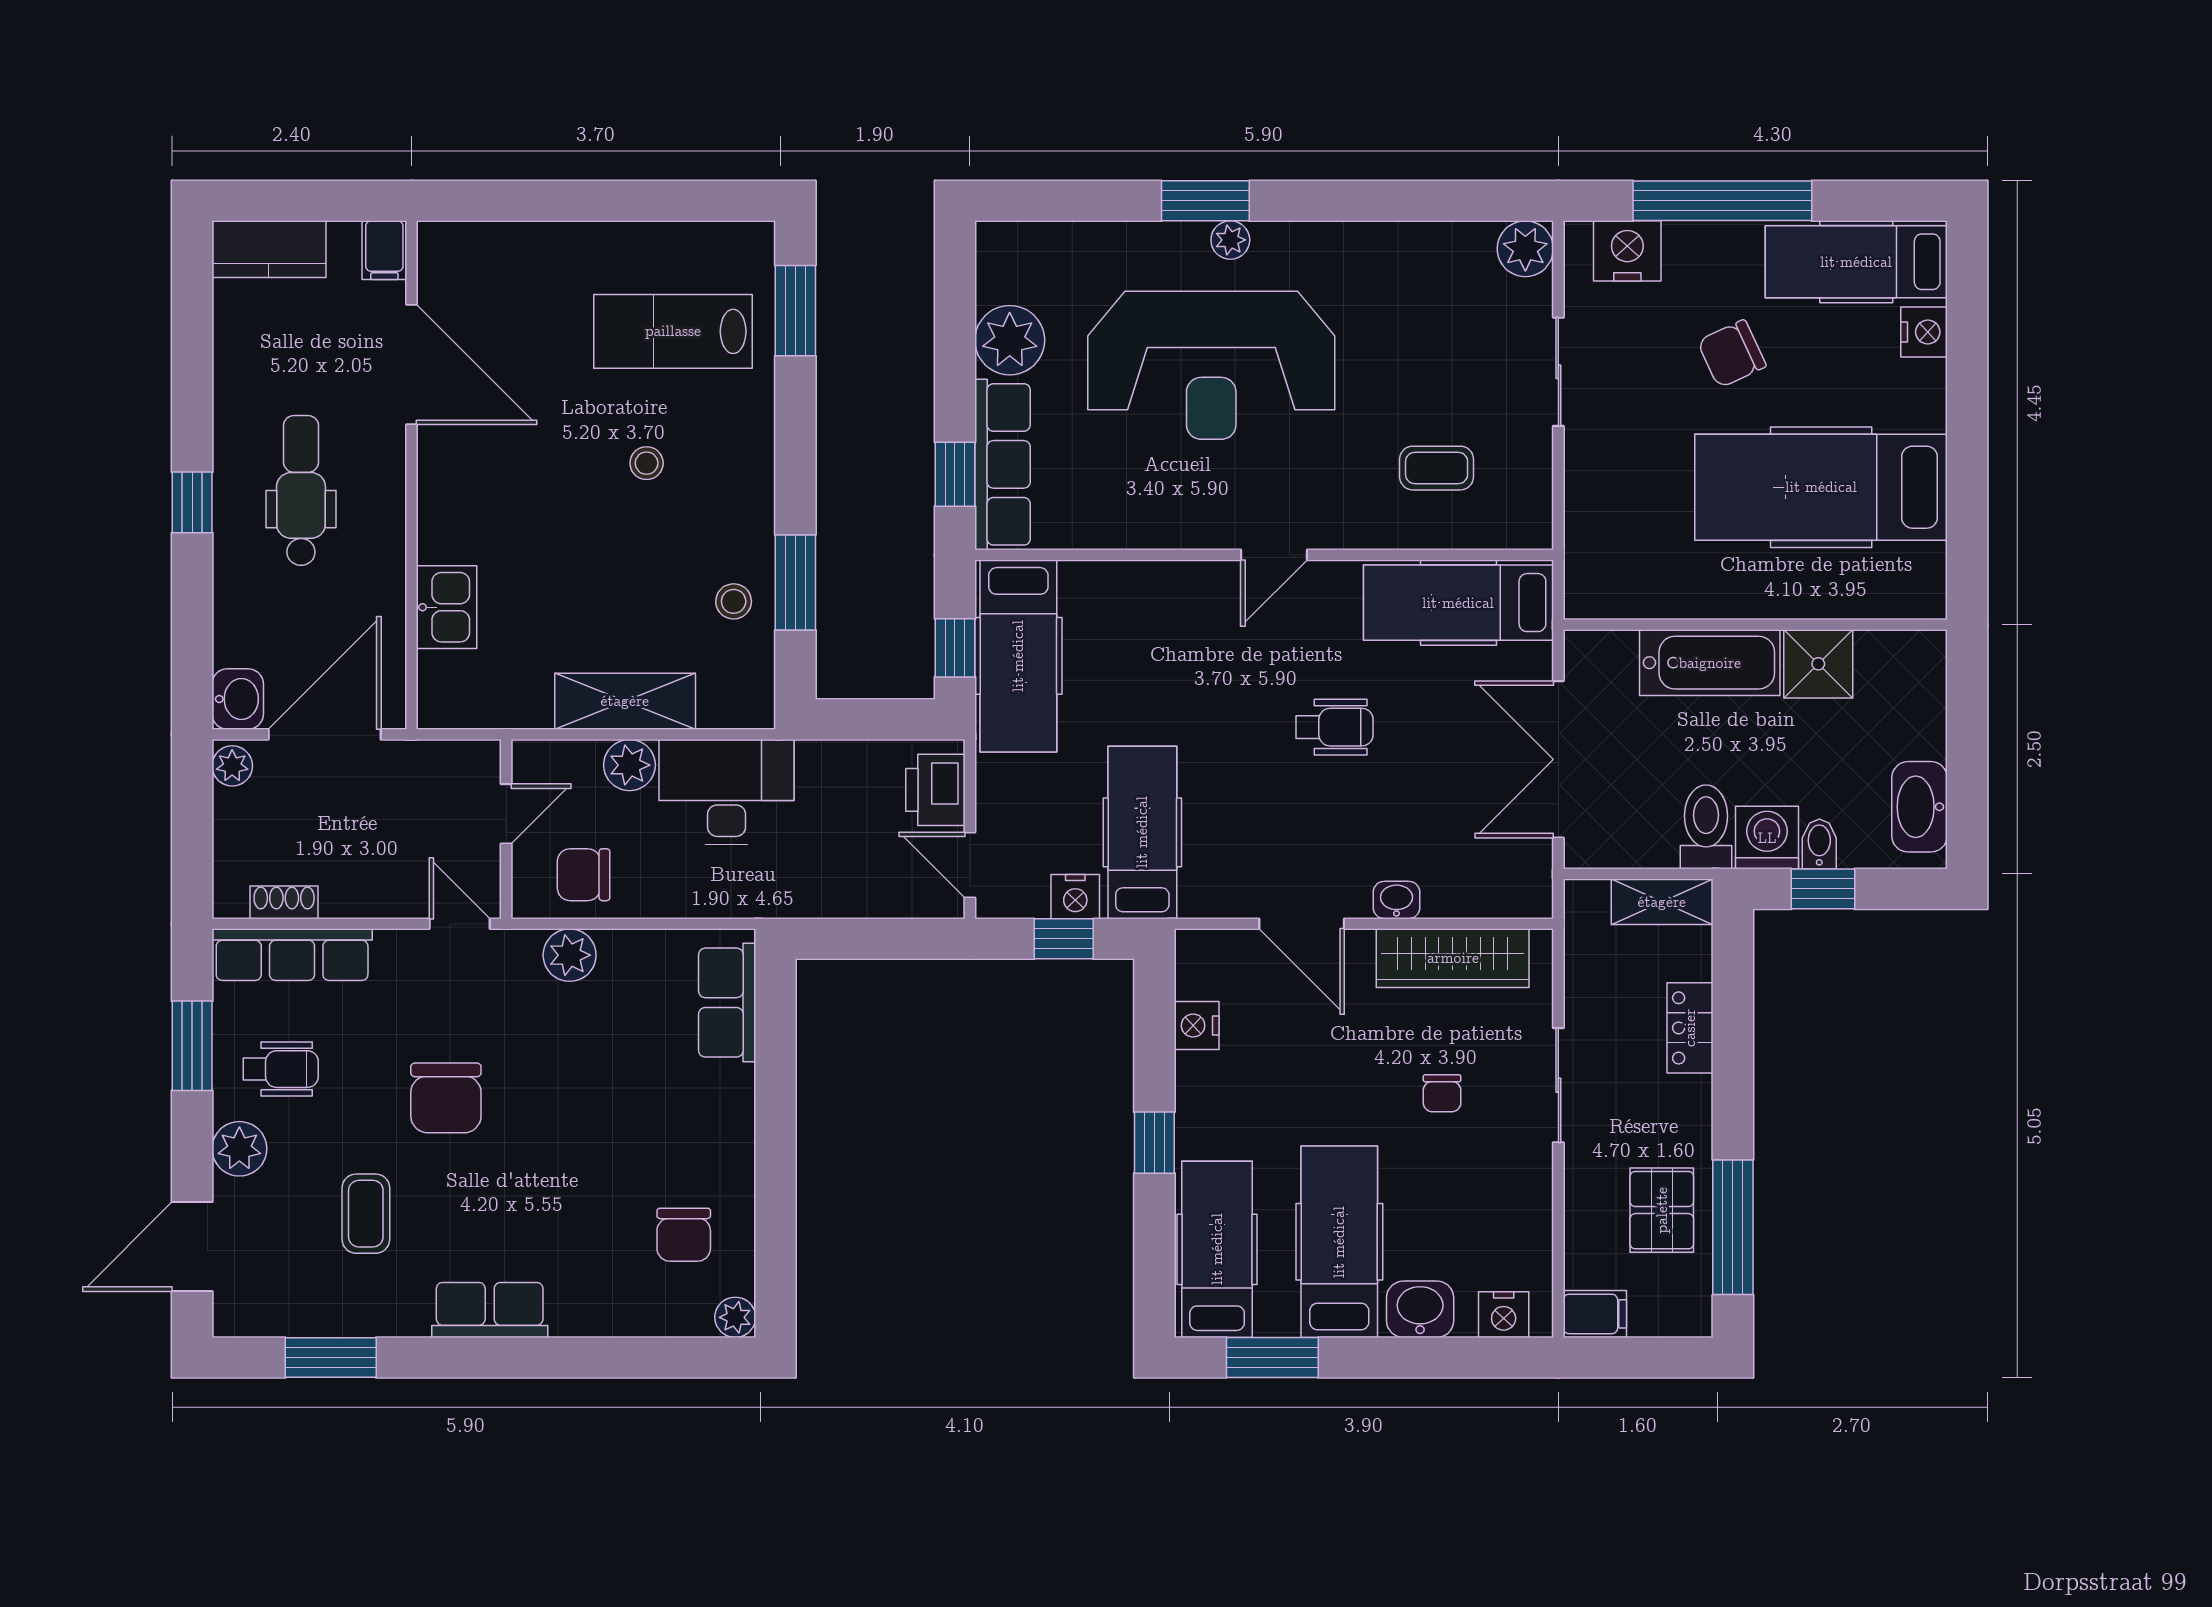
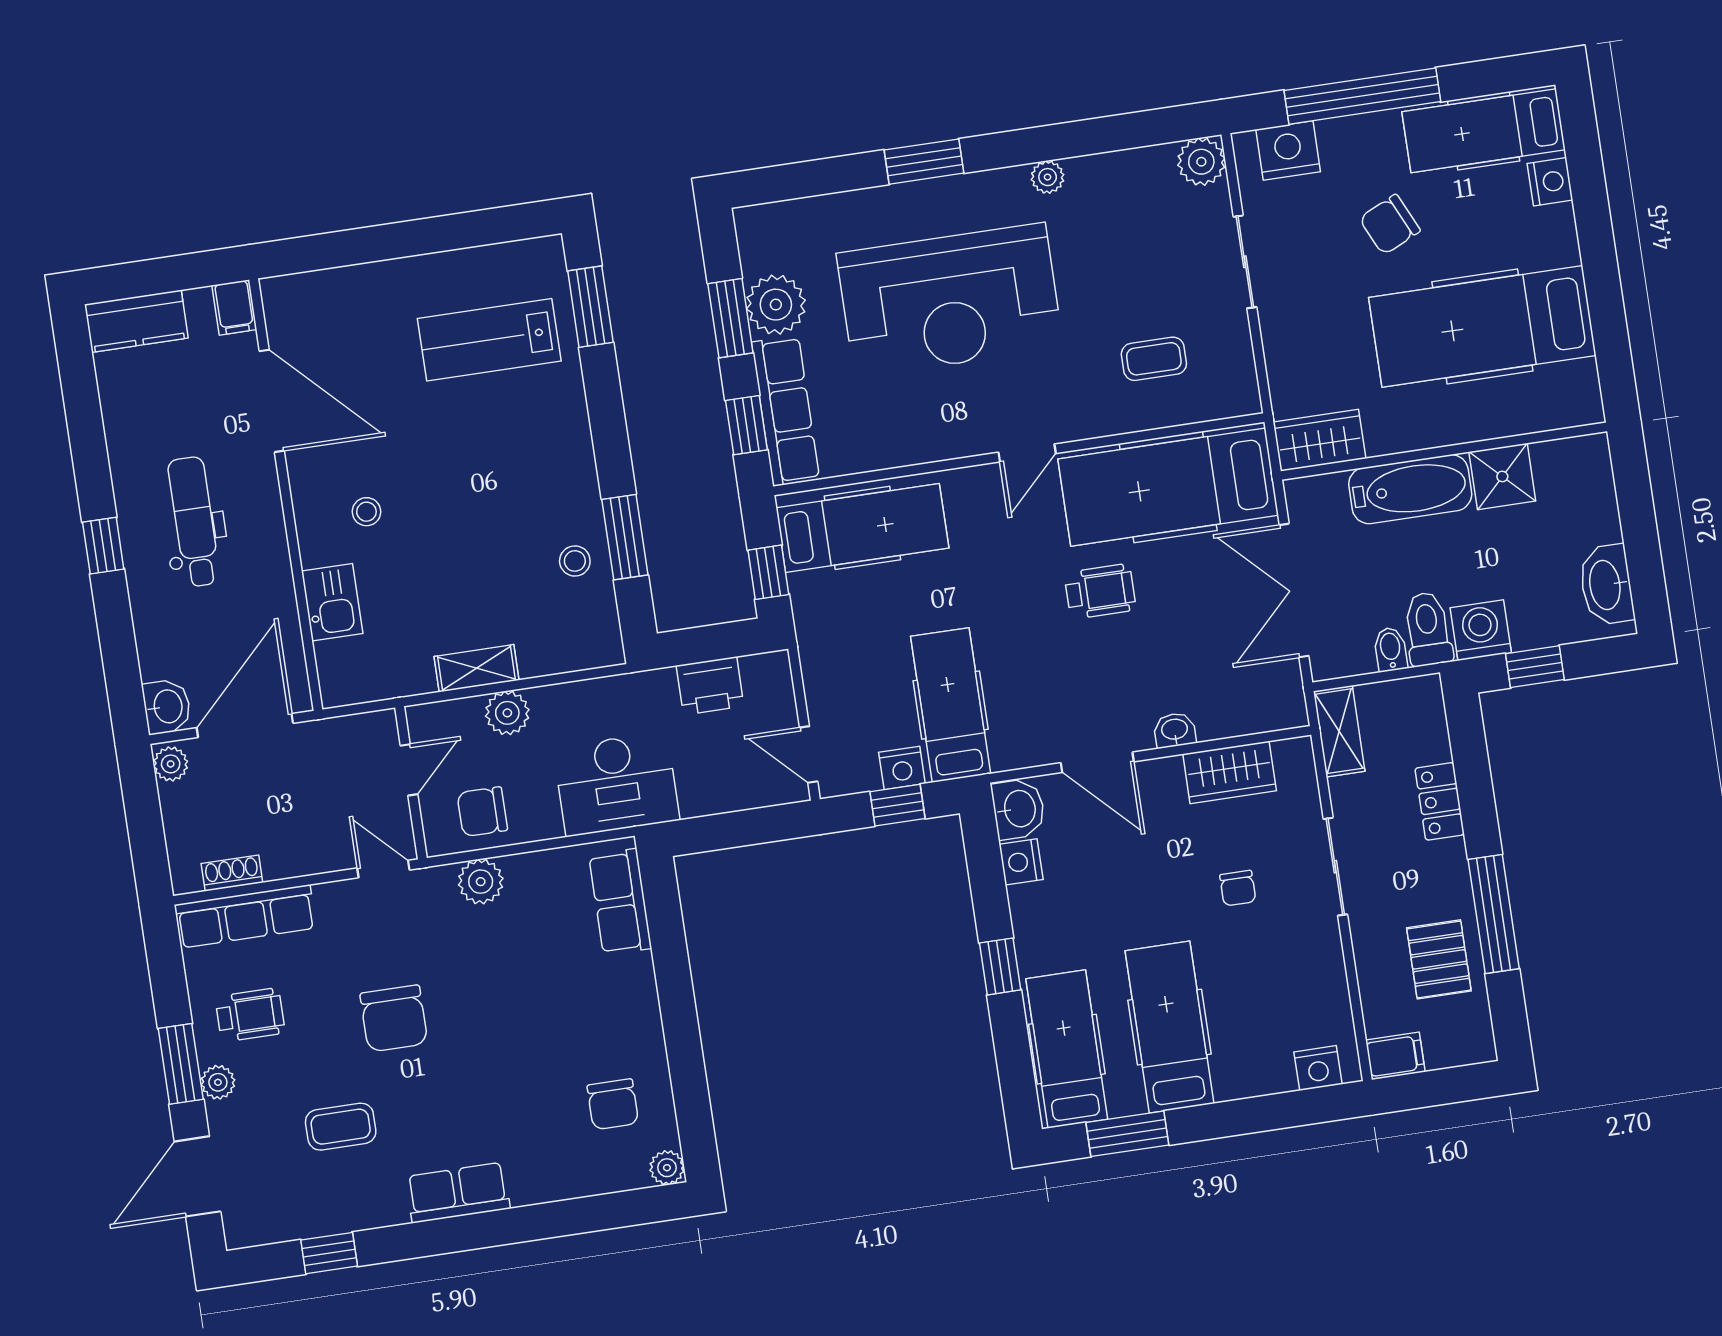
plant: (1230, 240) -> (1048, 177), moved
window: (955, 348) -> (730, 318), added
stool: (647, 463) -> (366, 512), moved
wardrobe: (1614, 590) -> (1320, 440), added
hospital bed: (1458, 603) -> (1168, 487), width x1.37, depth x1.29
hospital bed: (1018, 656) -> (862, 528), moved, turned -90
shelving: (625, 701) -> (476, 668), width x0.67, depth x0.75
printer: (935, 790) -> (710, 686), moved, turned -90
desk: (727, 792) -> (616, 784), moved, turned 180
bidet: (1819, 844) -> (1391, 649), moved
shelving: (1662, 902) -> (1339, 731), moved, turned 90
wardrobe: (1453, 958) -> (1230, 772), width x0.67
window: (192, 1046) -> (181, 1064), moved
plant: (239, 1149) -> (218, 1082), width x0.73, depth x0.73
coffee table: (366, 1214) -> (341, 1127), turned 90
window: (1733, 1227) -> (1494, 914), moved
washbasin: (1420, 1309) -> (1018, 809), moved, turned 90
window: (331, 1358) -> (329, 1253), width x0.67

